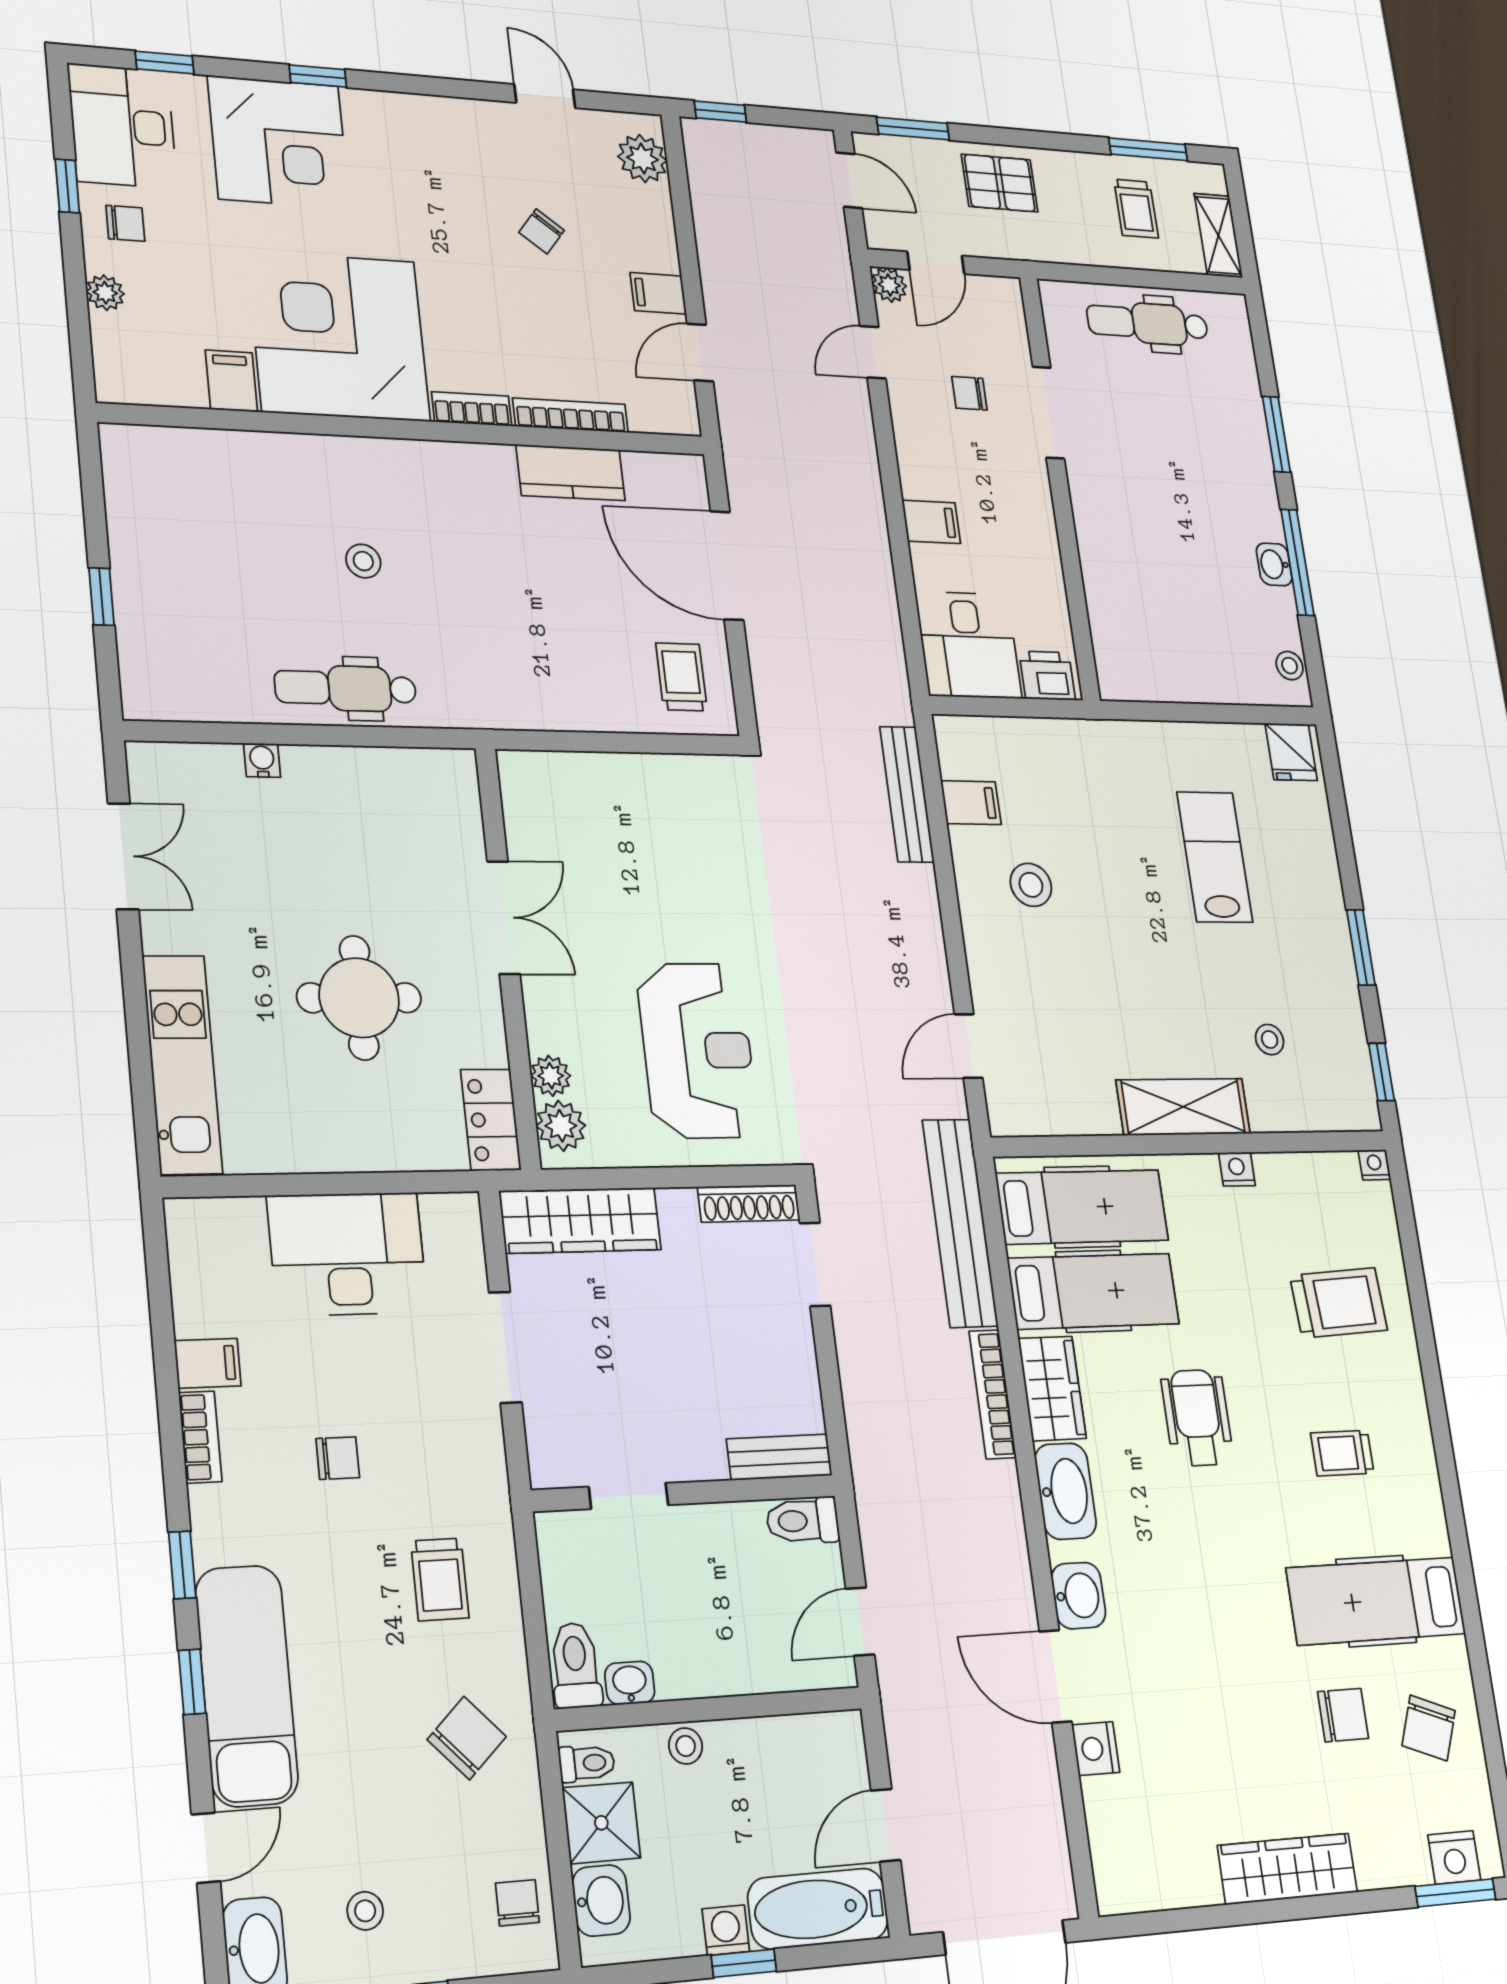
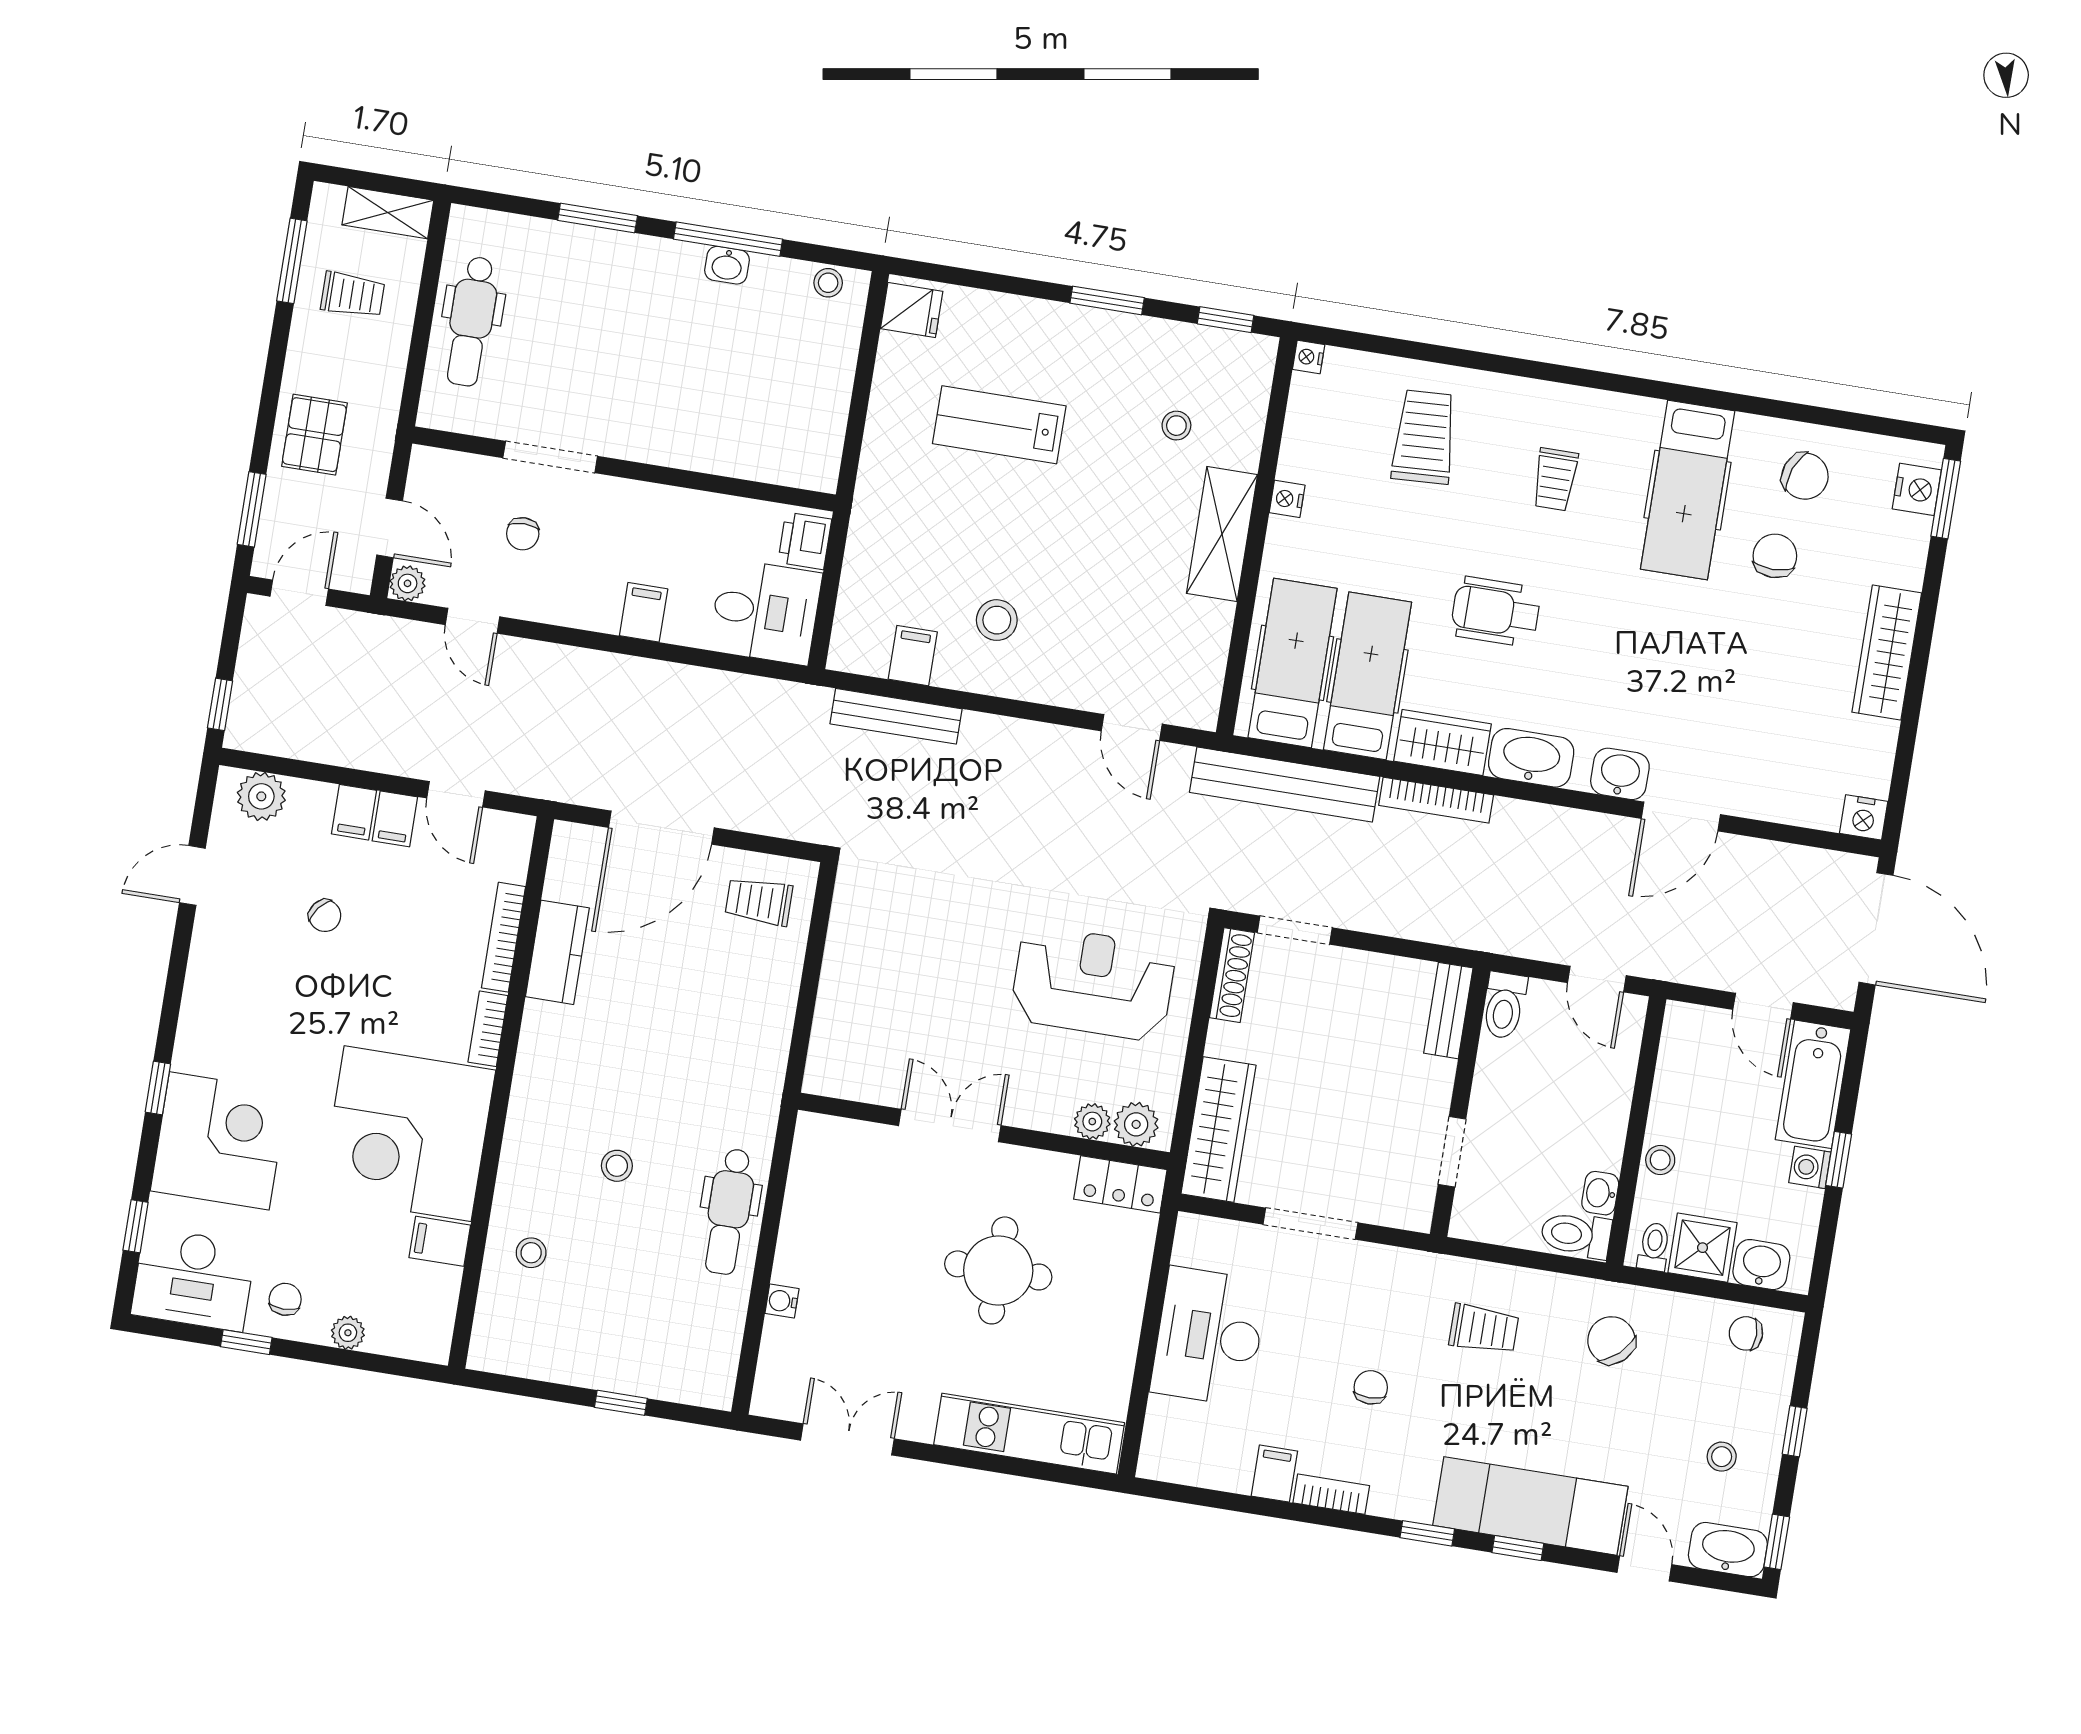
filing cabinet: (653, 252) -> (354, 812), added
stool: (244, 480) -> (531, 1253), added
nightstand: (1096, 1749) -> (1864, 817), moved

